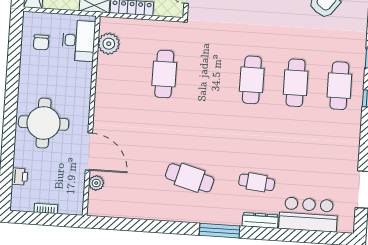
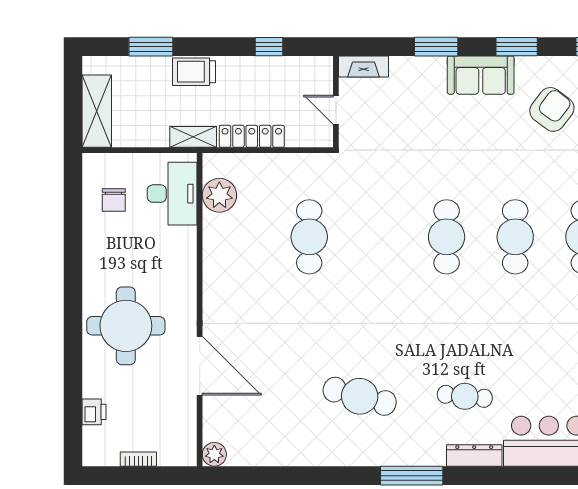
plant: (96, 183) -> (214, 454), moved

